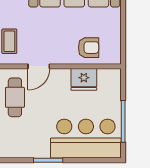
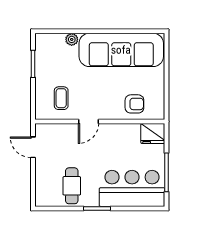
fridge: (84, 79) -> (153, 134), moved
cafe table: (15, 97) -> (72, 186), moved

